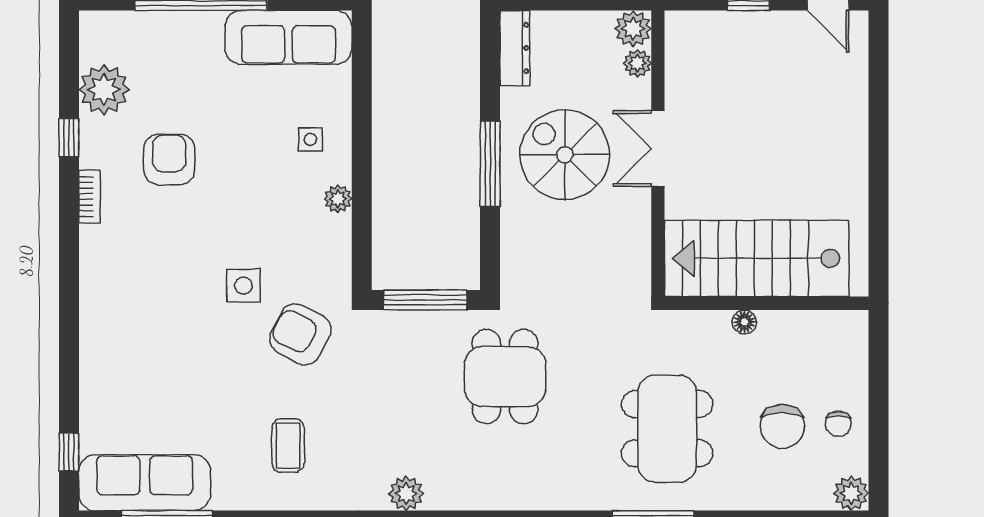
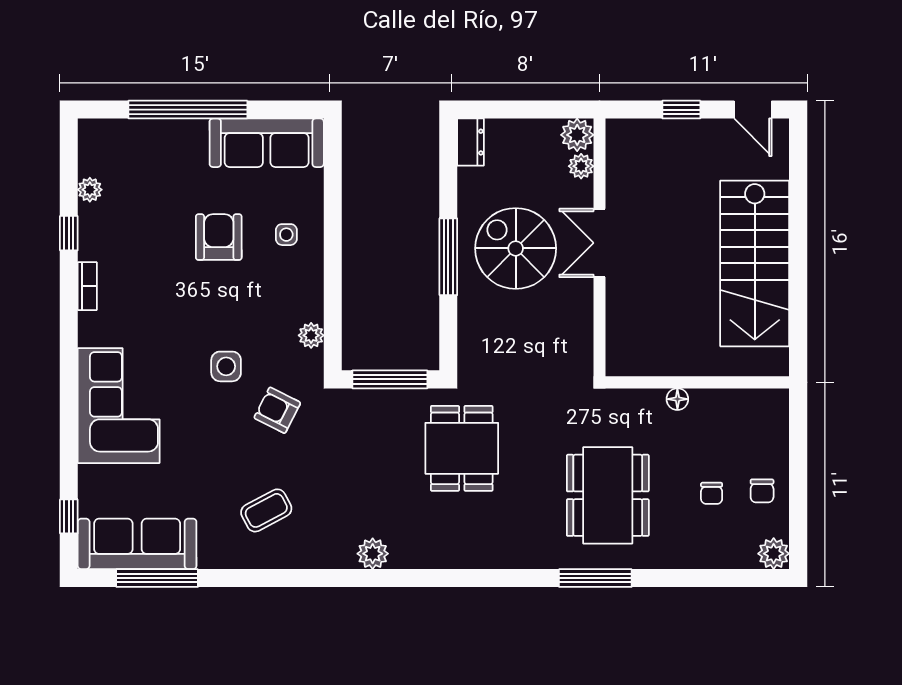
dresser: (515, 48) -> (470, 142), width x0.70
plant: (104, 89) -> (90, 190), width x0.53, depth x0.53
armchair: (169, 159) -> (219, 237), moved
plant: (338, 199) -> (311, 335), moved
stairs: (757, 258) -> (755, 263), moved, turned -90
corner sofa: (124, 329) -> (119, 406), added
armchair: (300, 334) -> (277, 410), width x0.72, depth x0.72
chair: (782, 426) -> (712, 493), width x0.54, depth x0.54
coffee table: (288, 445) -> (266, 510), turned 62

